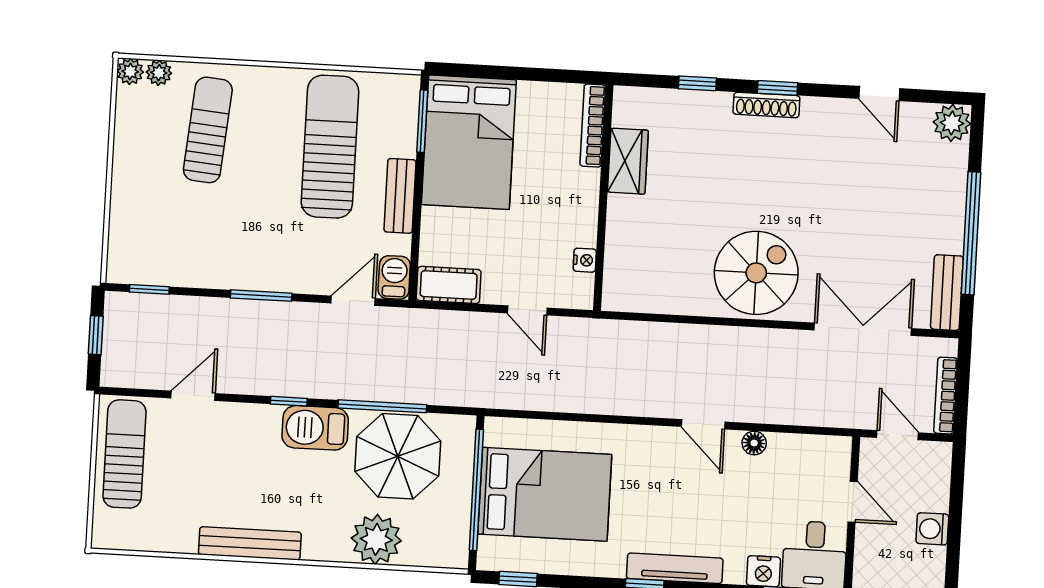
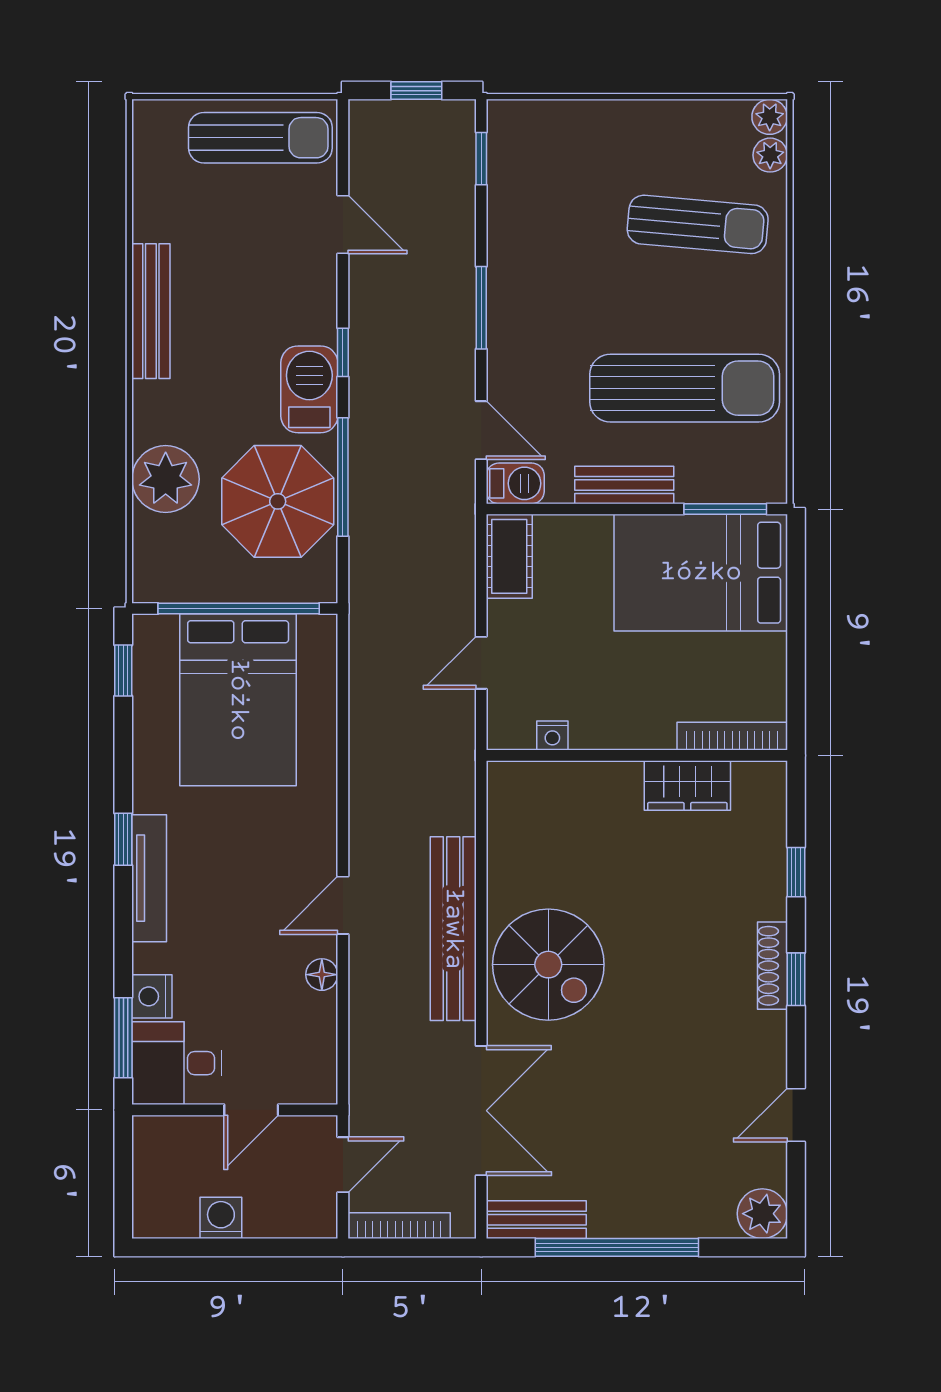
bench: (725, 343) -> (453, 929), added

